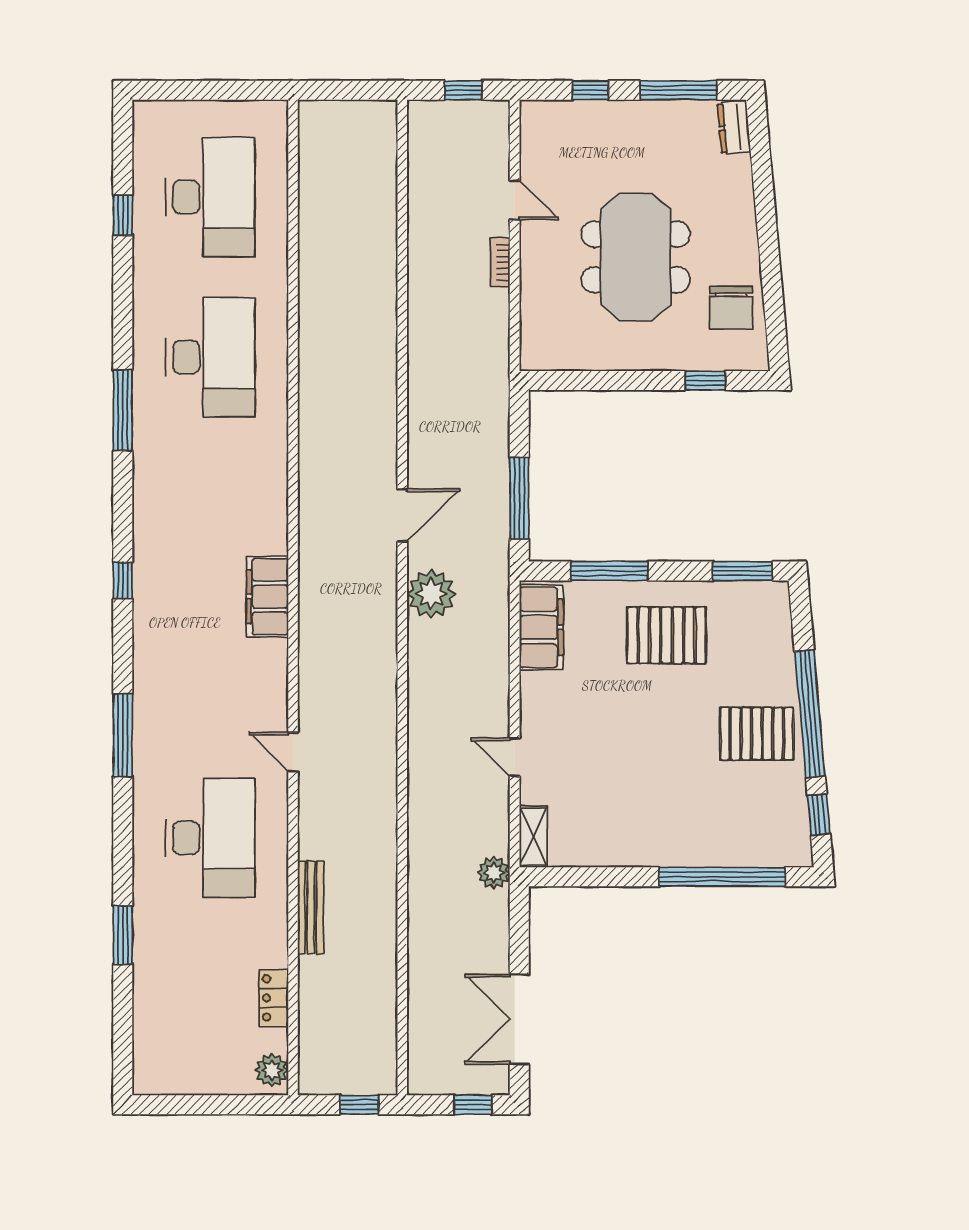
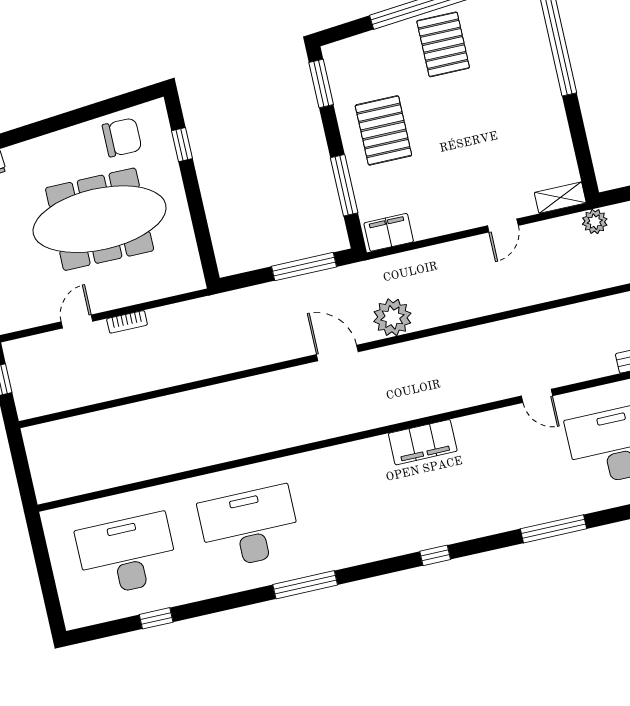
meeting table: (636, 257) -> (100, 219), width x1.36
filing cabinet: (541, 627) -> (389, 232), width x0.67, depth x0.86
door: (293, 752) -> (537, 396), hinge flipped

